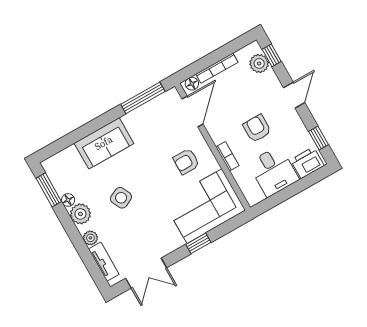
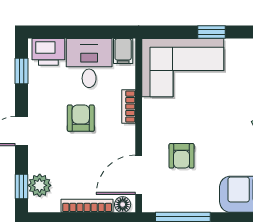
armchair: (257, 128) -> (81, 118), turned 180
armchair: (186, 162) -> (182, 156), moved, turned 90
filing cabinet: (254, 194) -> (123, 51), added

